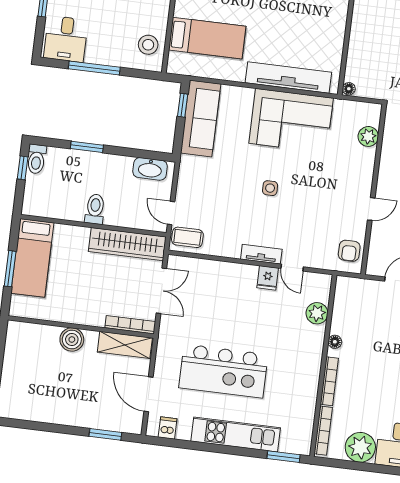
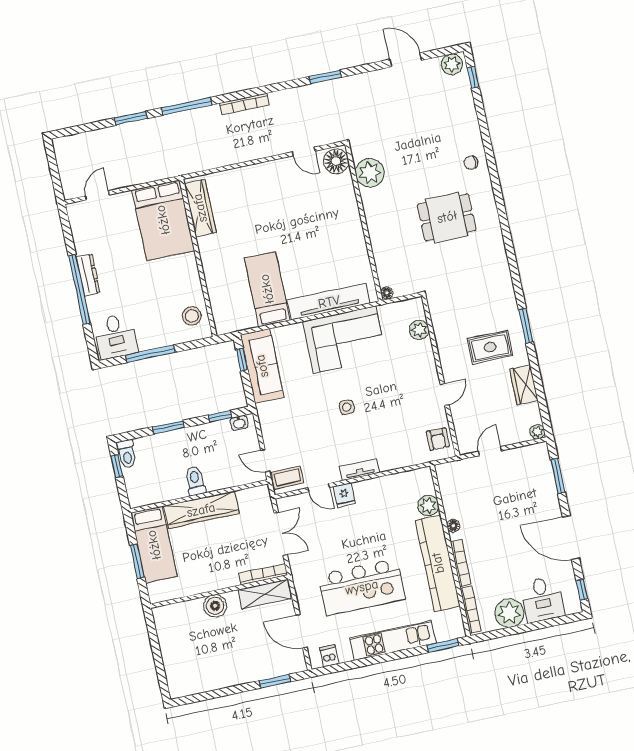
bed: (207, 38) -> (267, 289), moved, turned -90
window: (142, 154) -> (220, 416), added
washbasin: (150, 169) -> (239, 423), width x0.52, depth x0.69
wardrobe: (127, 244) -> (201, 510), moved
door: (292, 268) -> (319, 488), moved
fridge: (268, 278) -> (344, 495), moved
kitchen counter: (307, 374) -> (438, 563), added

